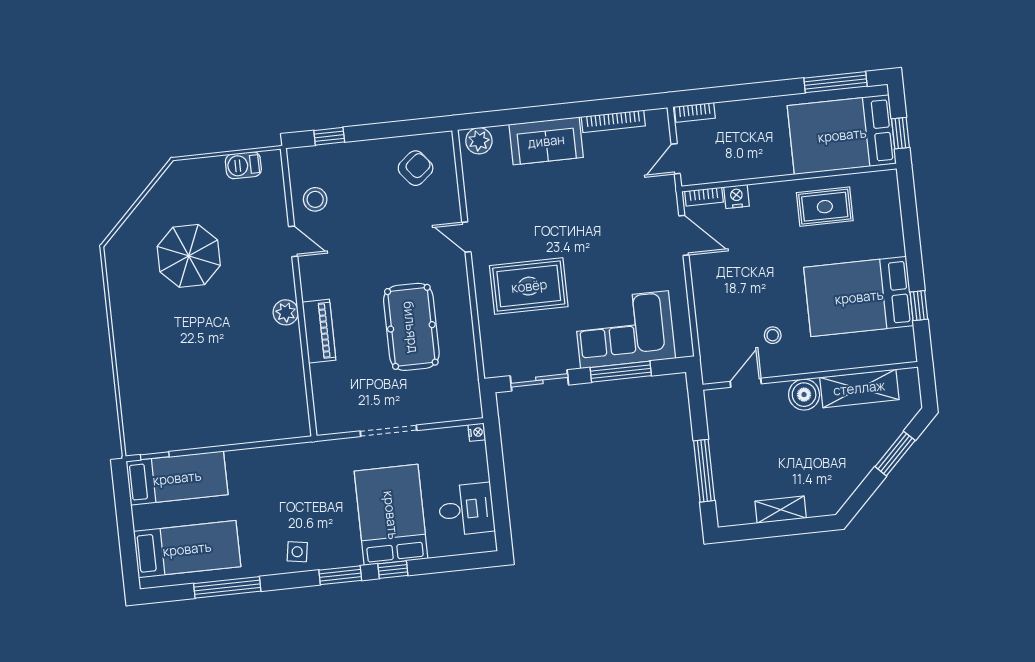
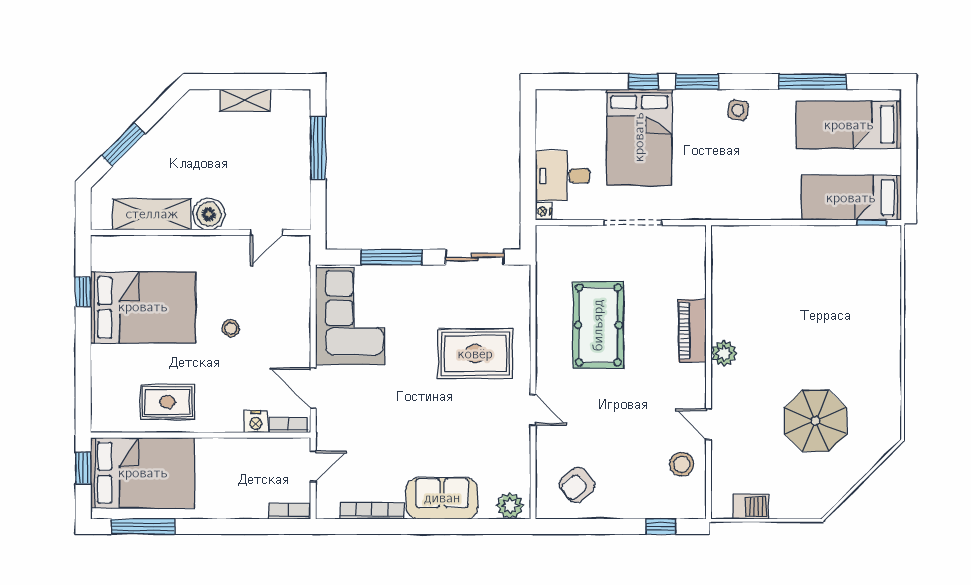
corner sofa: (624, 330) -> (350, 316), moved, turned -90
stool: (773, 335) -> (231, 328), moved
desk: (466, 509) -> (563, 176), moved

